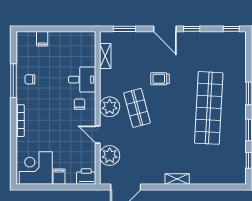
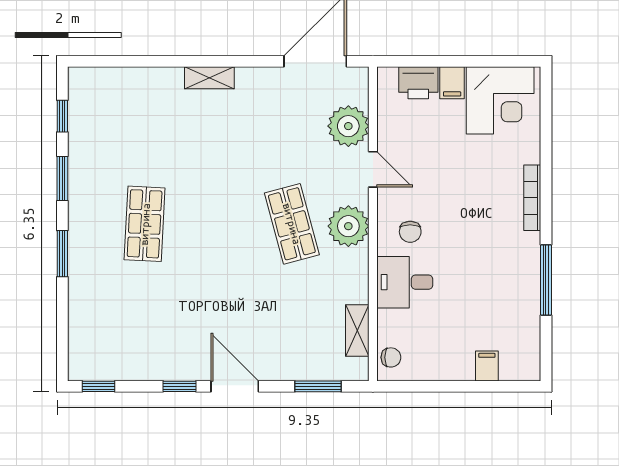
chair: (30, 79) -> (391, 357), moved
trolley: (160, 79) -> (245, 284), removed
shop shelf: (209, 108) -> (145, 224), width x0.50, depth x0.74
printer: (86, 177) -> (418, 83), moved

